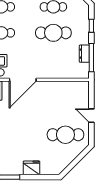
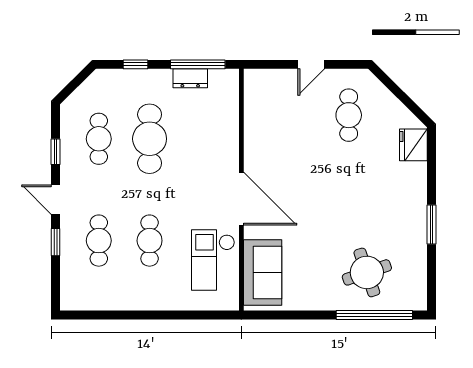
cafe table: (65, 135) -> (349, 115), width x0.73, depth x0.74
fridge: (32, 168) -> (413, 145), moved

